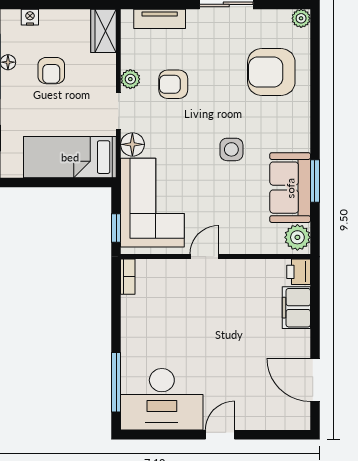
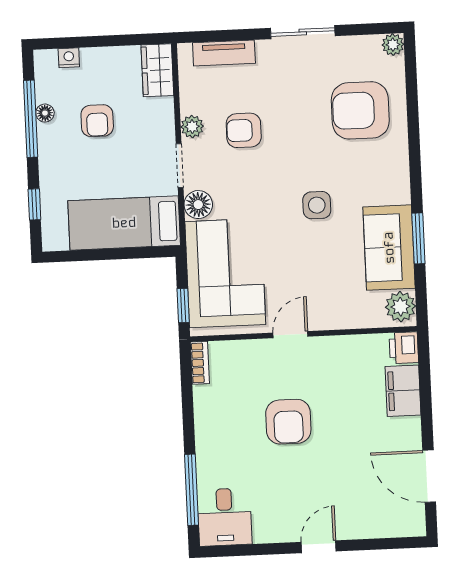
armchair: (199, 329) -> (288, 422), added
desk: (162, 399) -> (225, 517), width x0.53, depth x0.77

